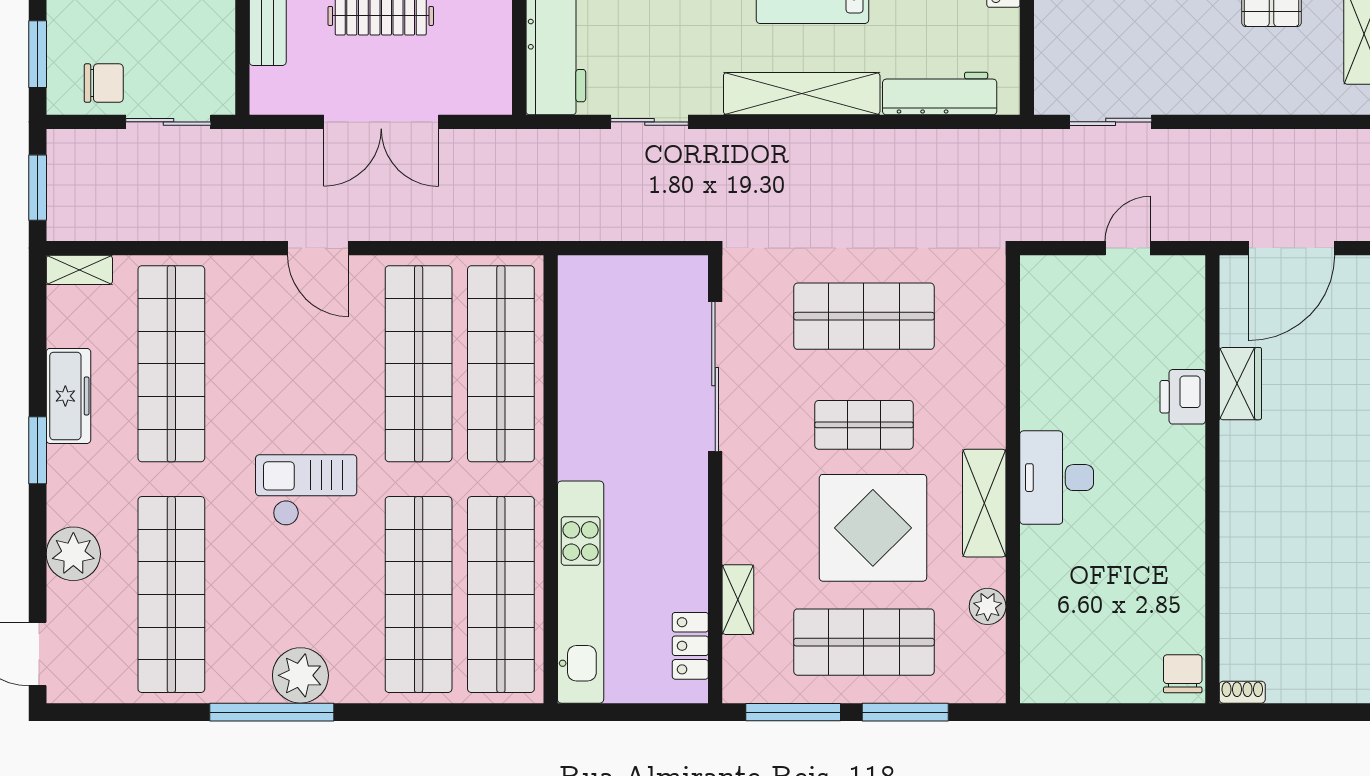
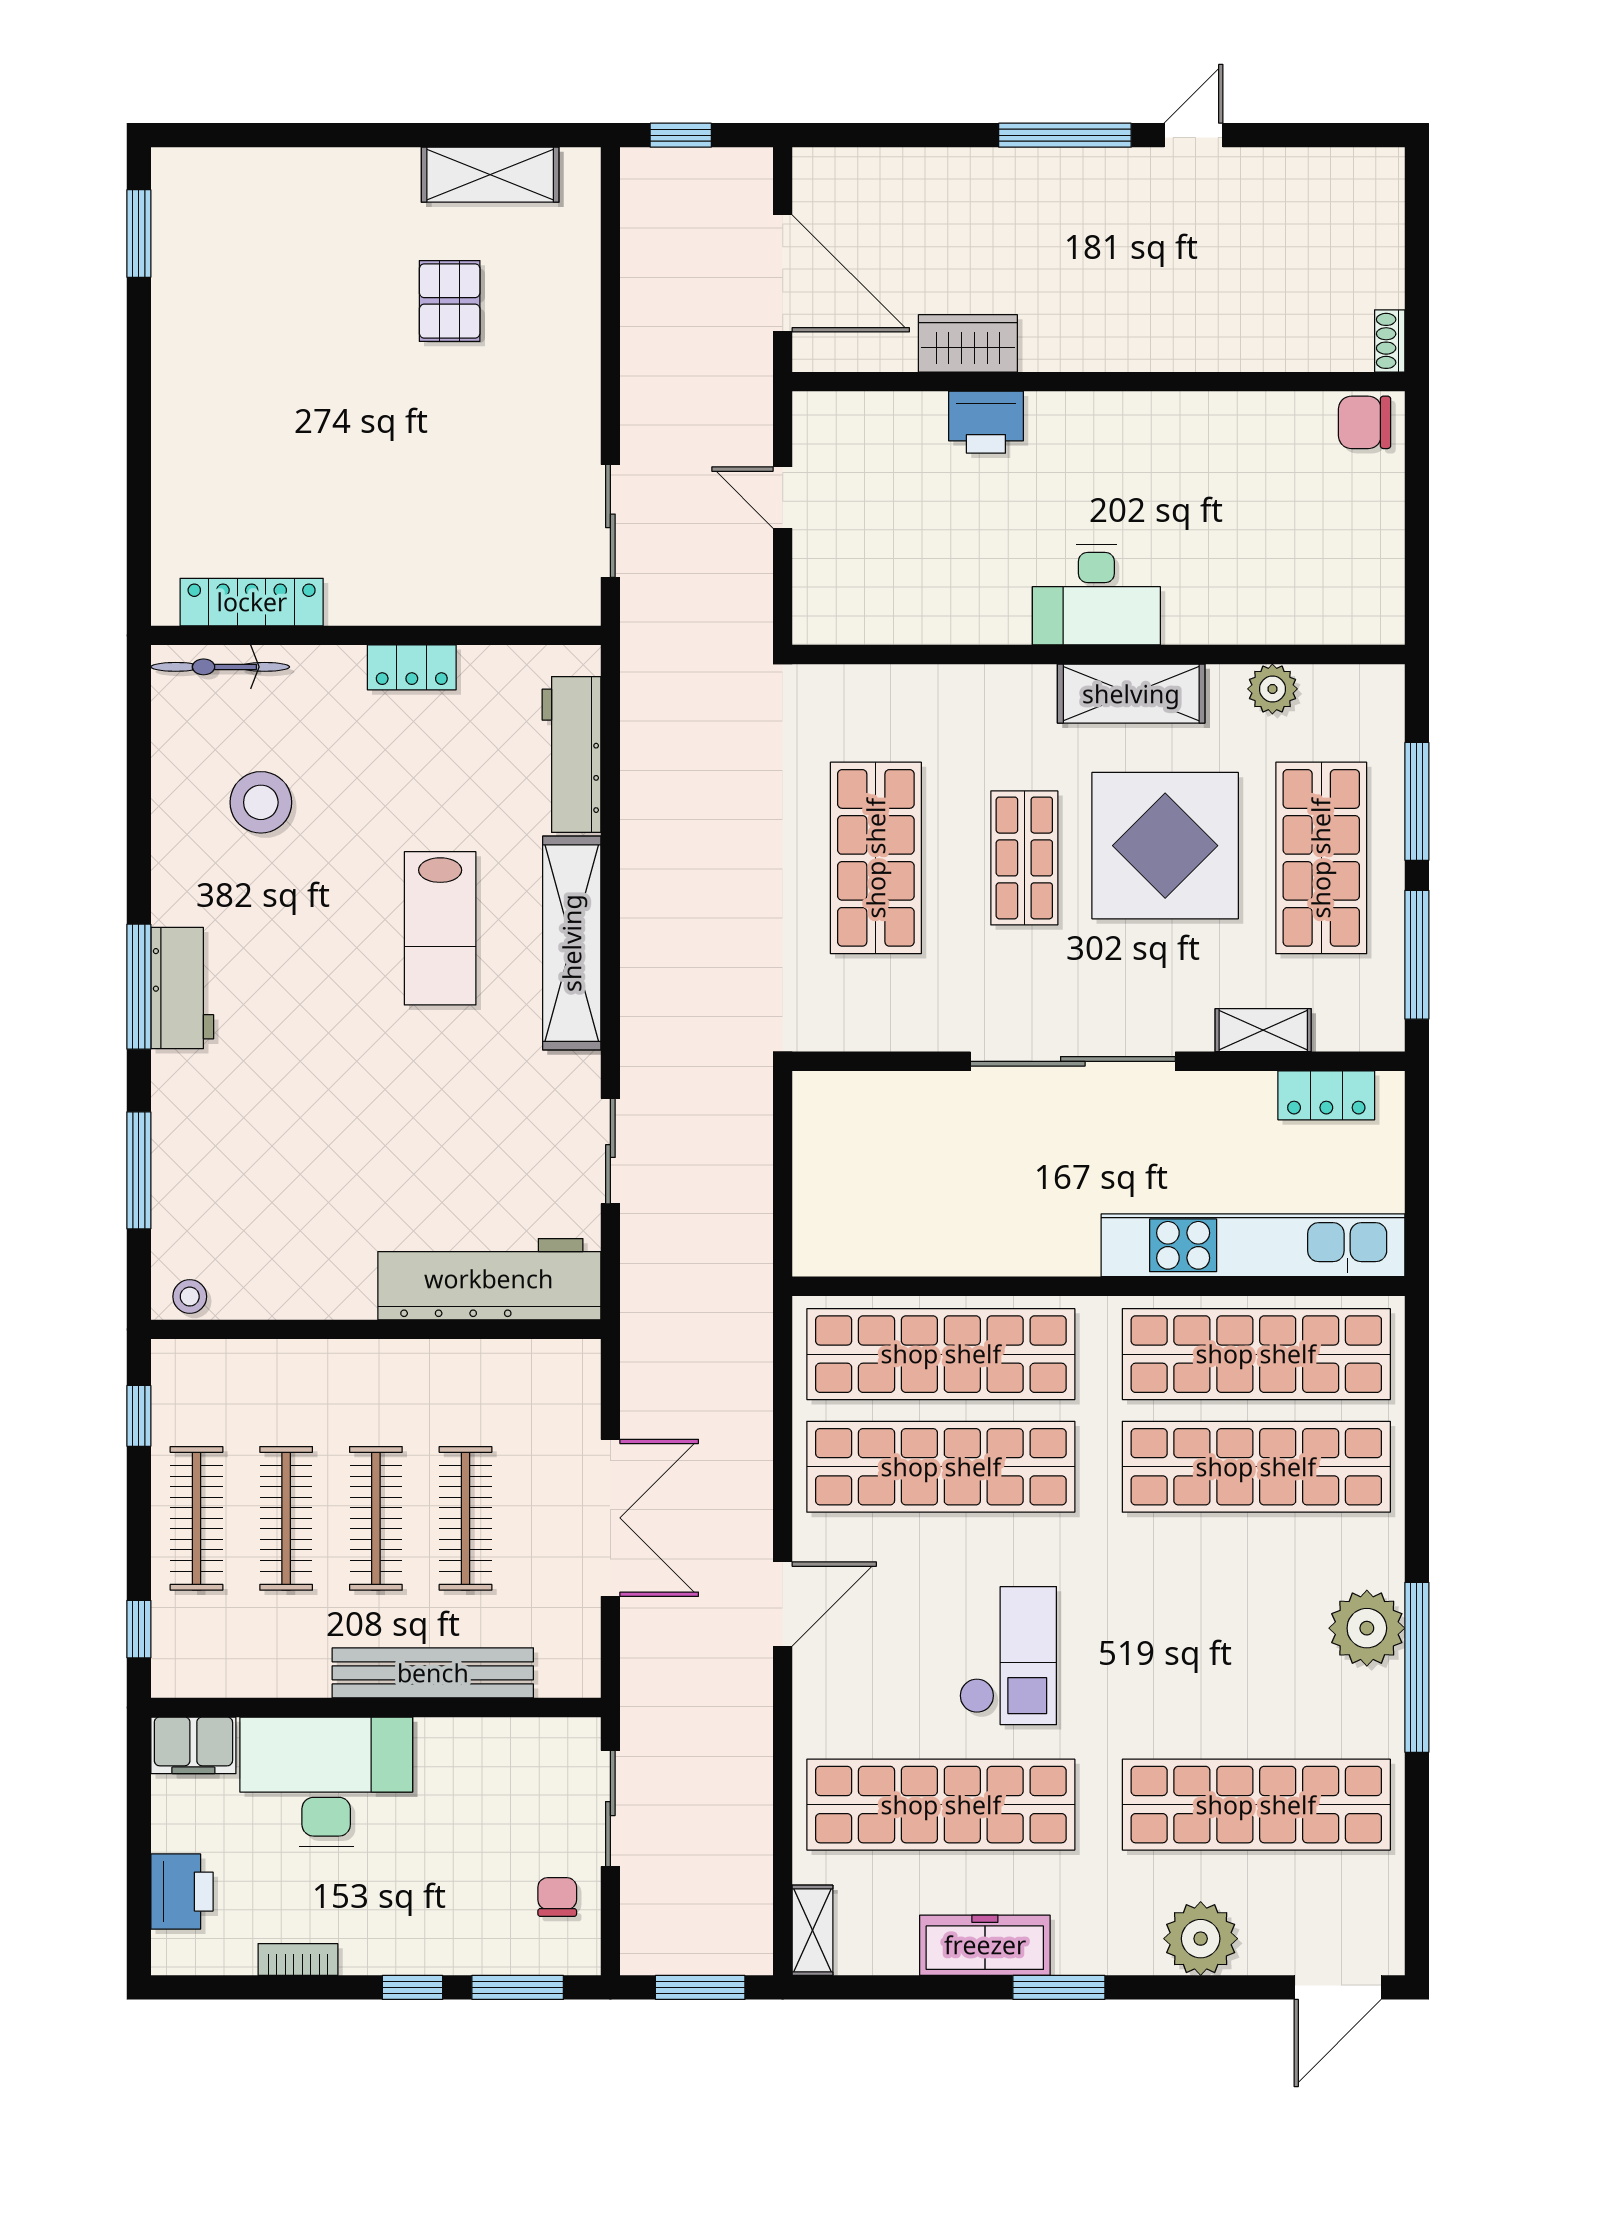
chair: (104, 83) -> (557, 1897), width x0.73, depth x0.73
sliding door: (715, 377) -> (1073, 1061), moved
checkout: (306, 490) -> (1008, 1656), moved, turned 180

